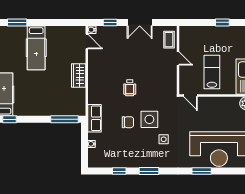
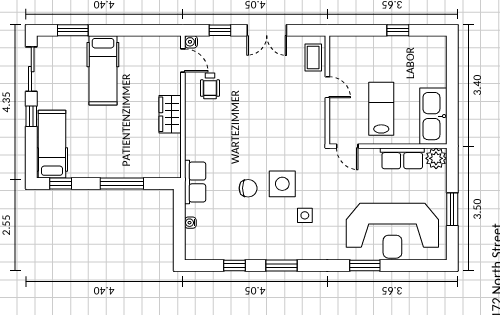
wheelchair: (130, 88) -> (210, 86), moved
row of seats: (225, 103) -> (402, 158), added
window: (65, 119) -> (122, 184), moved

